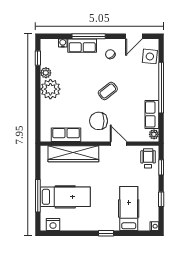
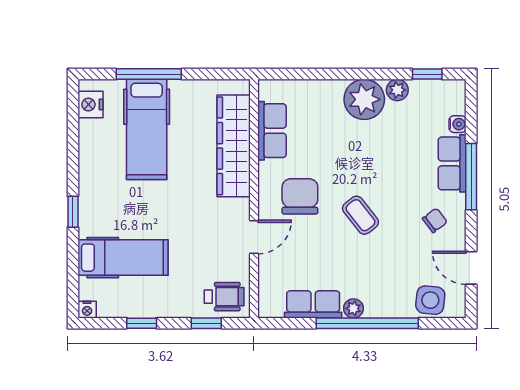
plant: (154, 134) -> (353, 308), moved

